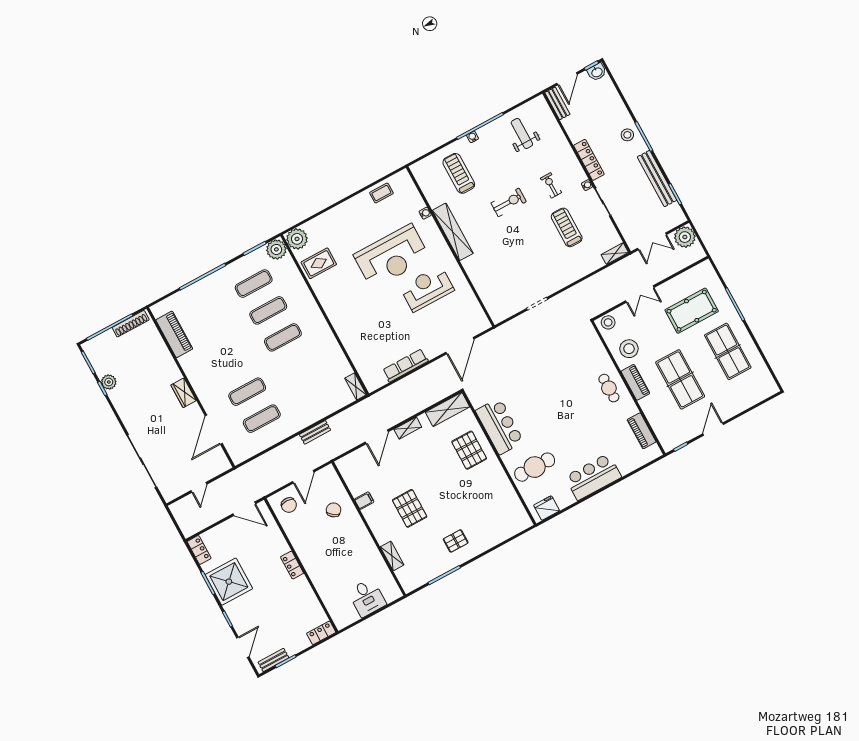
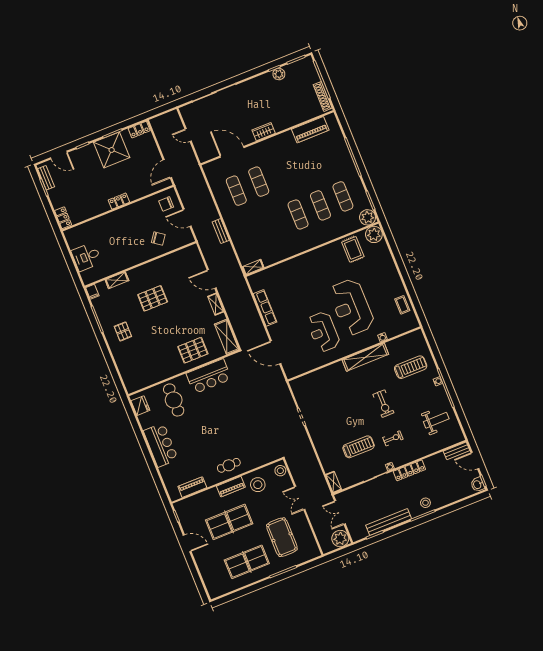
reception desk: (427, 289) -> (323, 332), turned 180
filing cabinet: (364, 501) -> (92, 292), moved

